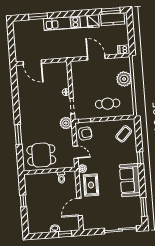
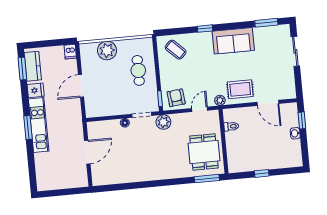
window: (38, 16) -> (28, 128), moved
door: (32, 62) -> (87, 152), moved
window: (18, 134) -> (207, 179), moved
sliding door: (120, 230) -> (295, 51), width x0.73

